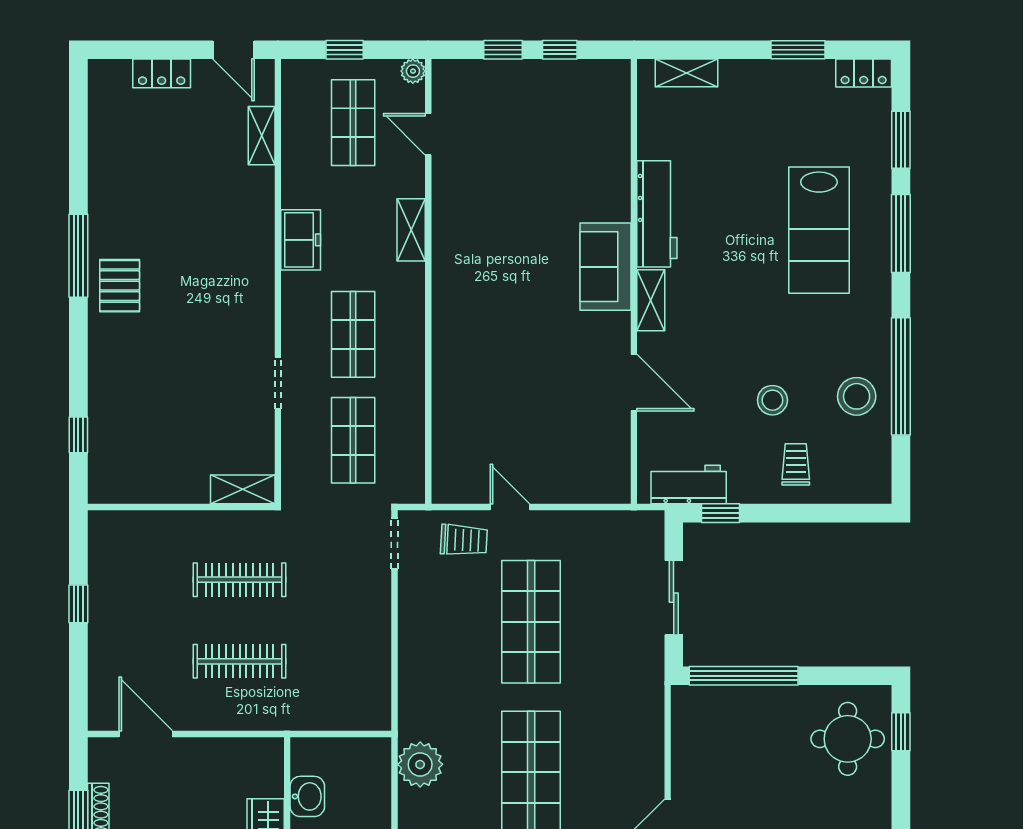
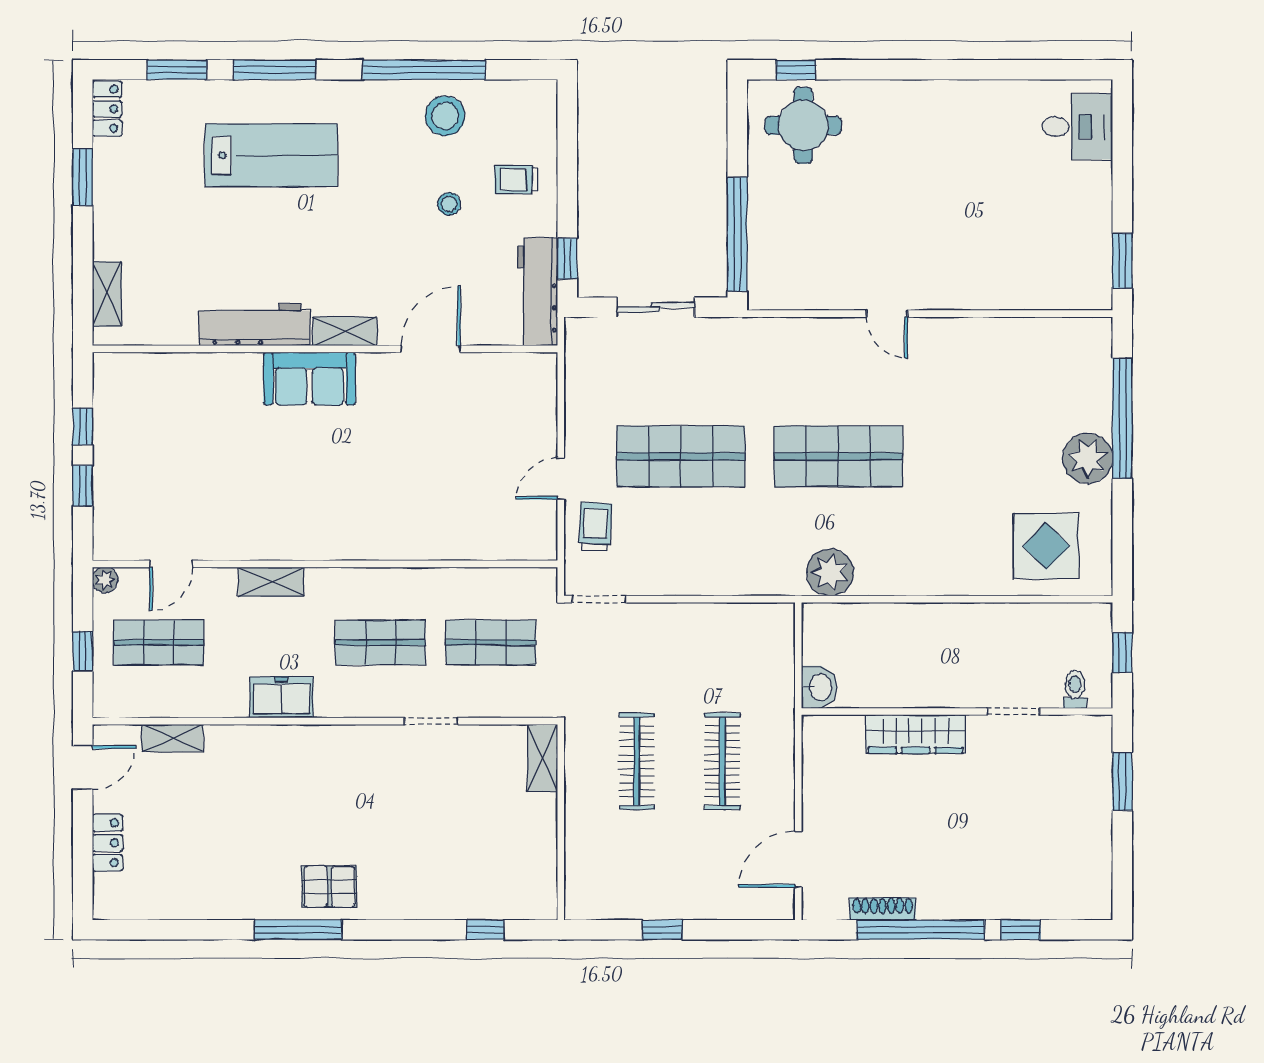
stool: (772, 400) -> (449, 204), width x0.73, depth x0.73
workbench: (689, 485) -> (537, 292), width x1.38
washbasin: (307, 796) -> (819, 687), moved, turned 90

